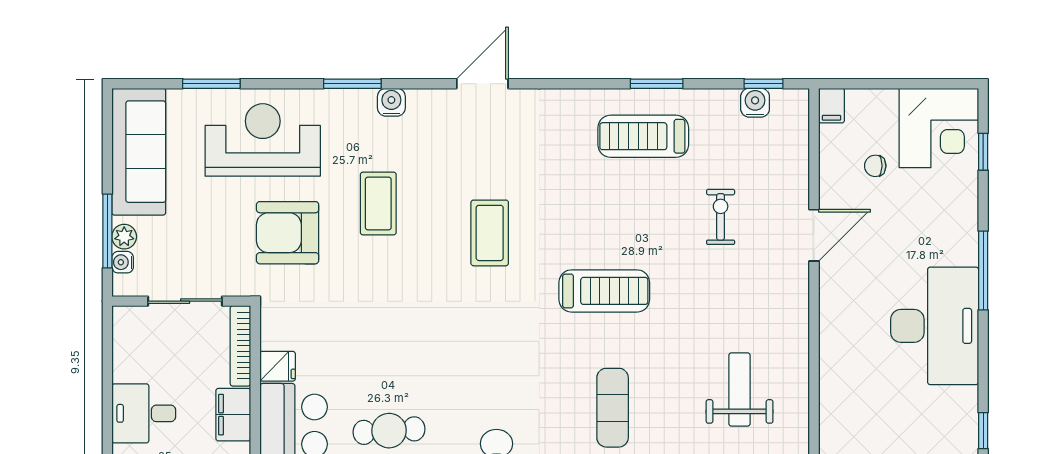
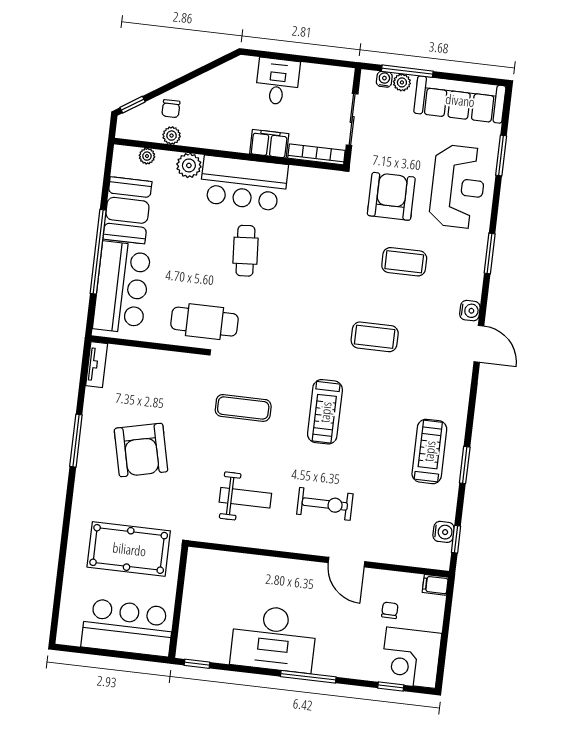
water cooler: (391, 102) -> (470, 311), moved
exercise bike: (721, 217) -> (325, 504), moved, width x1.38, depth x1.39
fridge: (278, 366) -> (299, 178), removed

